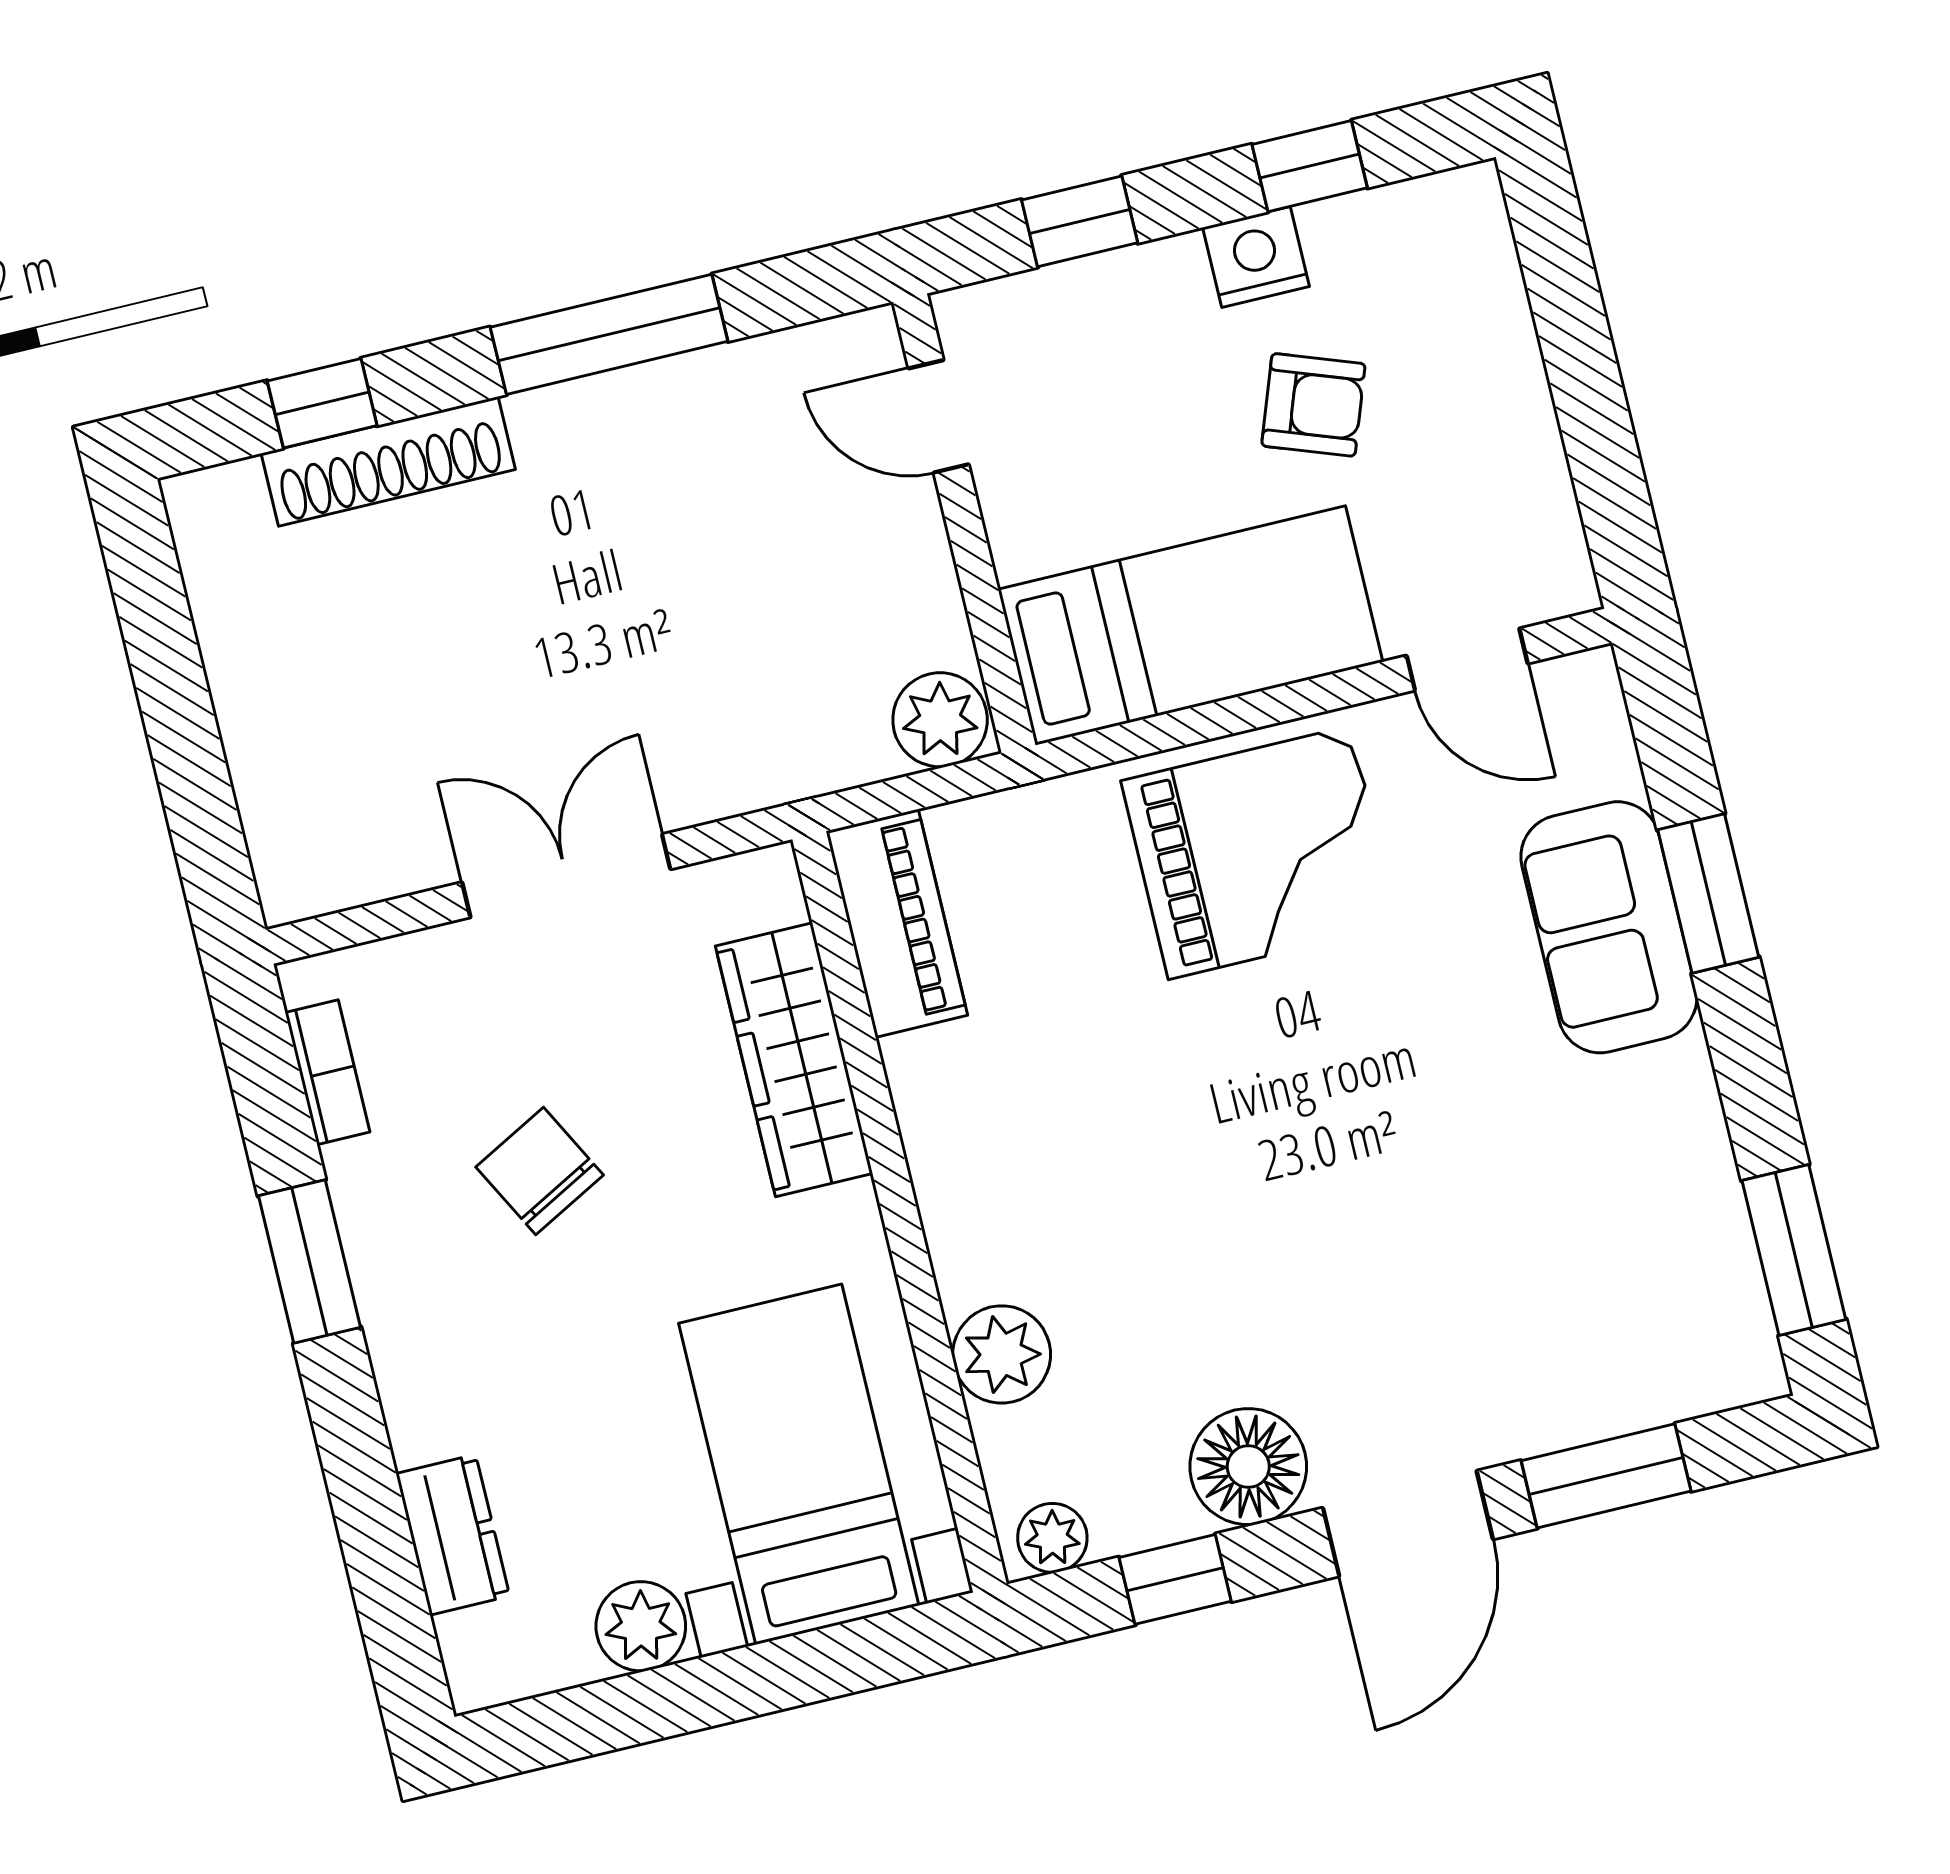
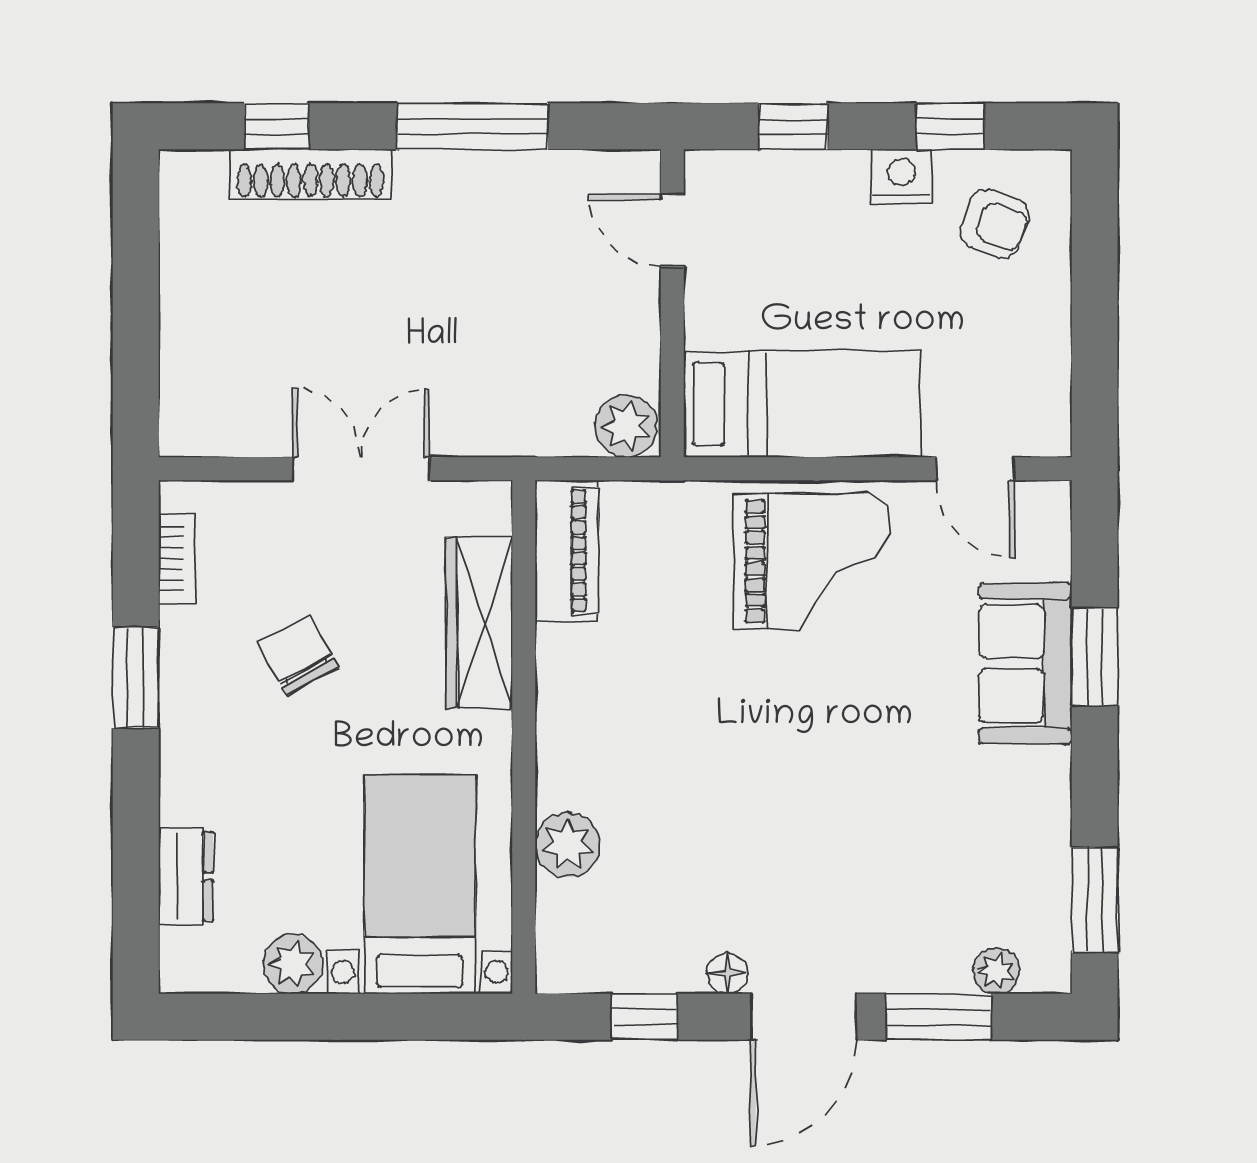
armchair: (1313, 405) -> (995, 224), moved
floor lamp: (1248, 1467) -> (727, 973), width x0.53, depth x0.53
plant: (1052, 1538) -> (996, 971), moved

